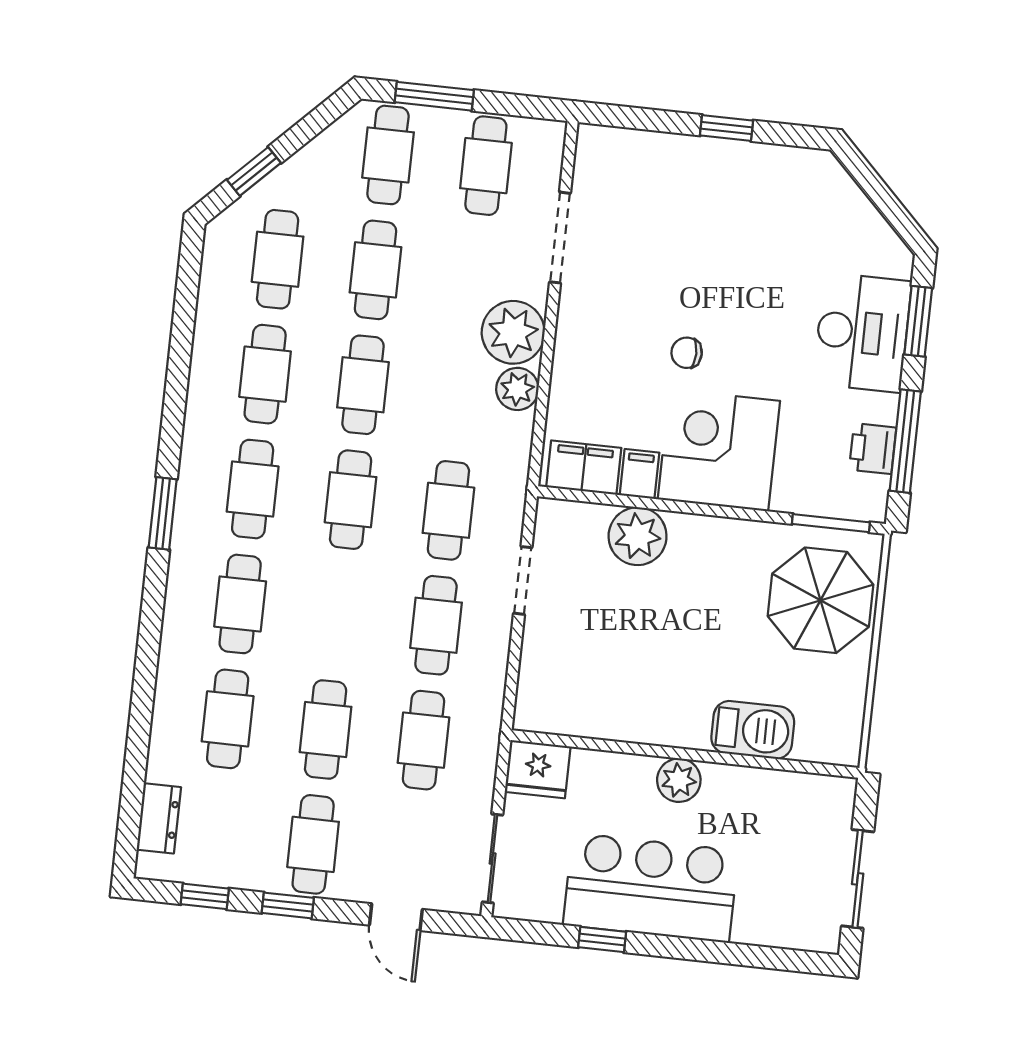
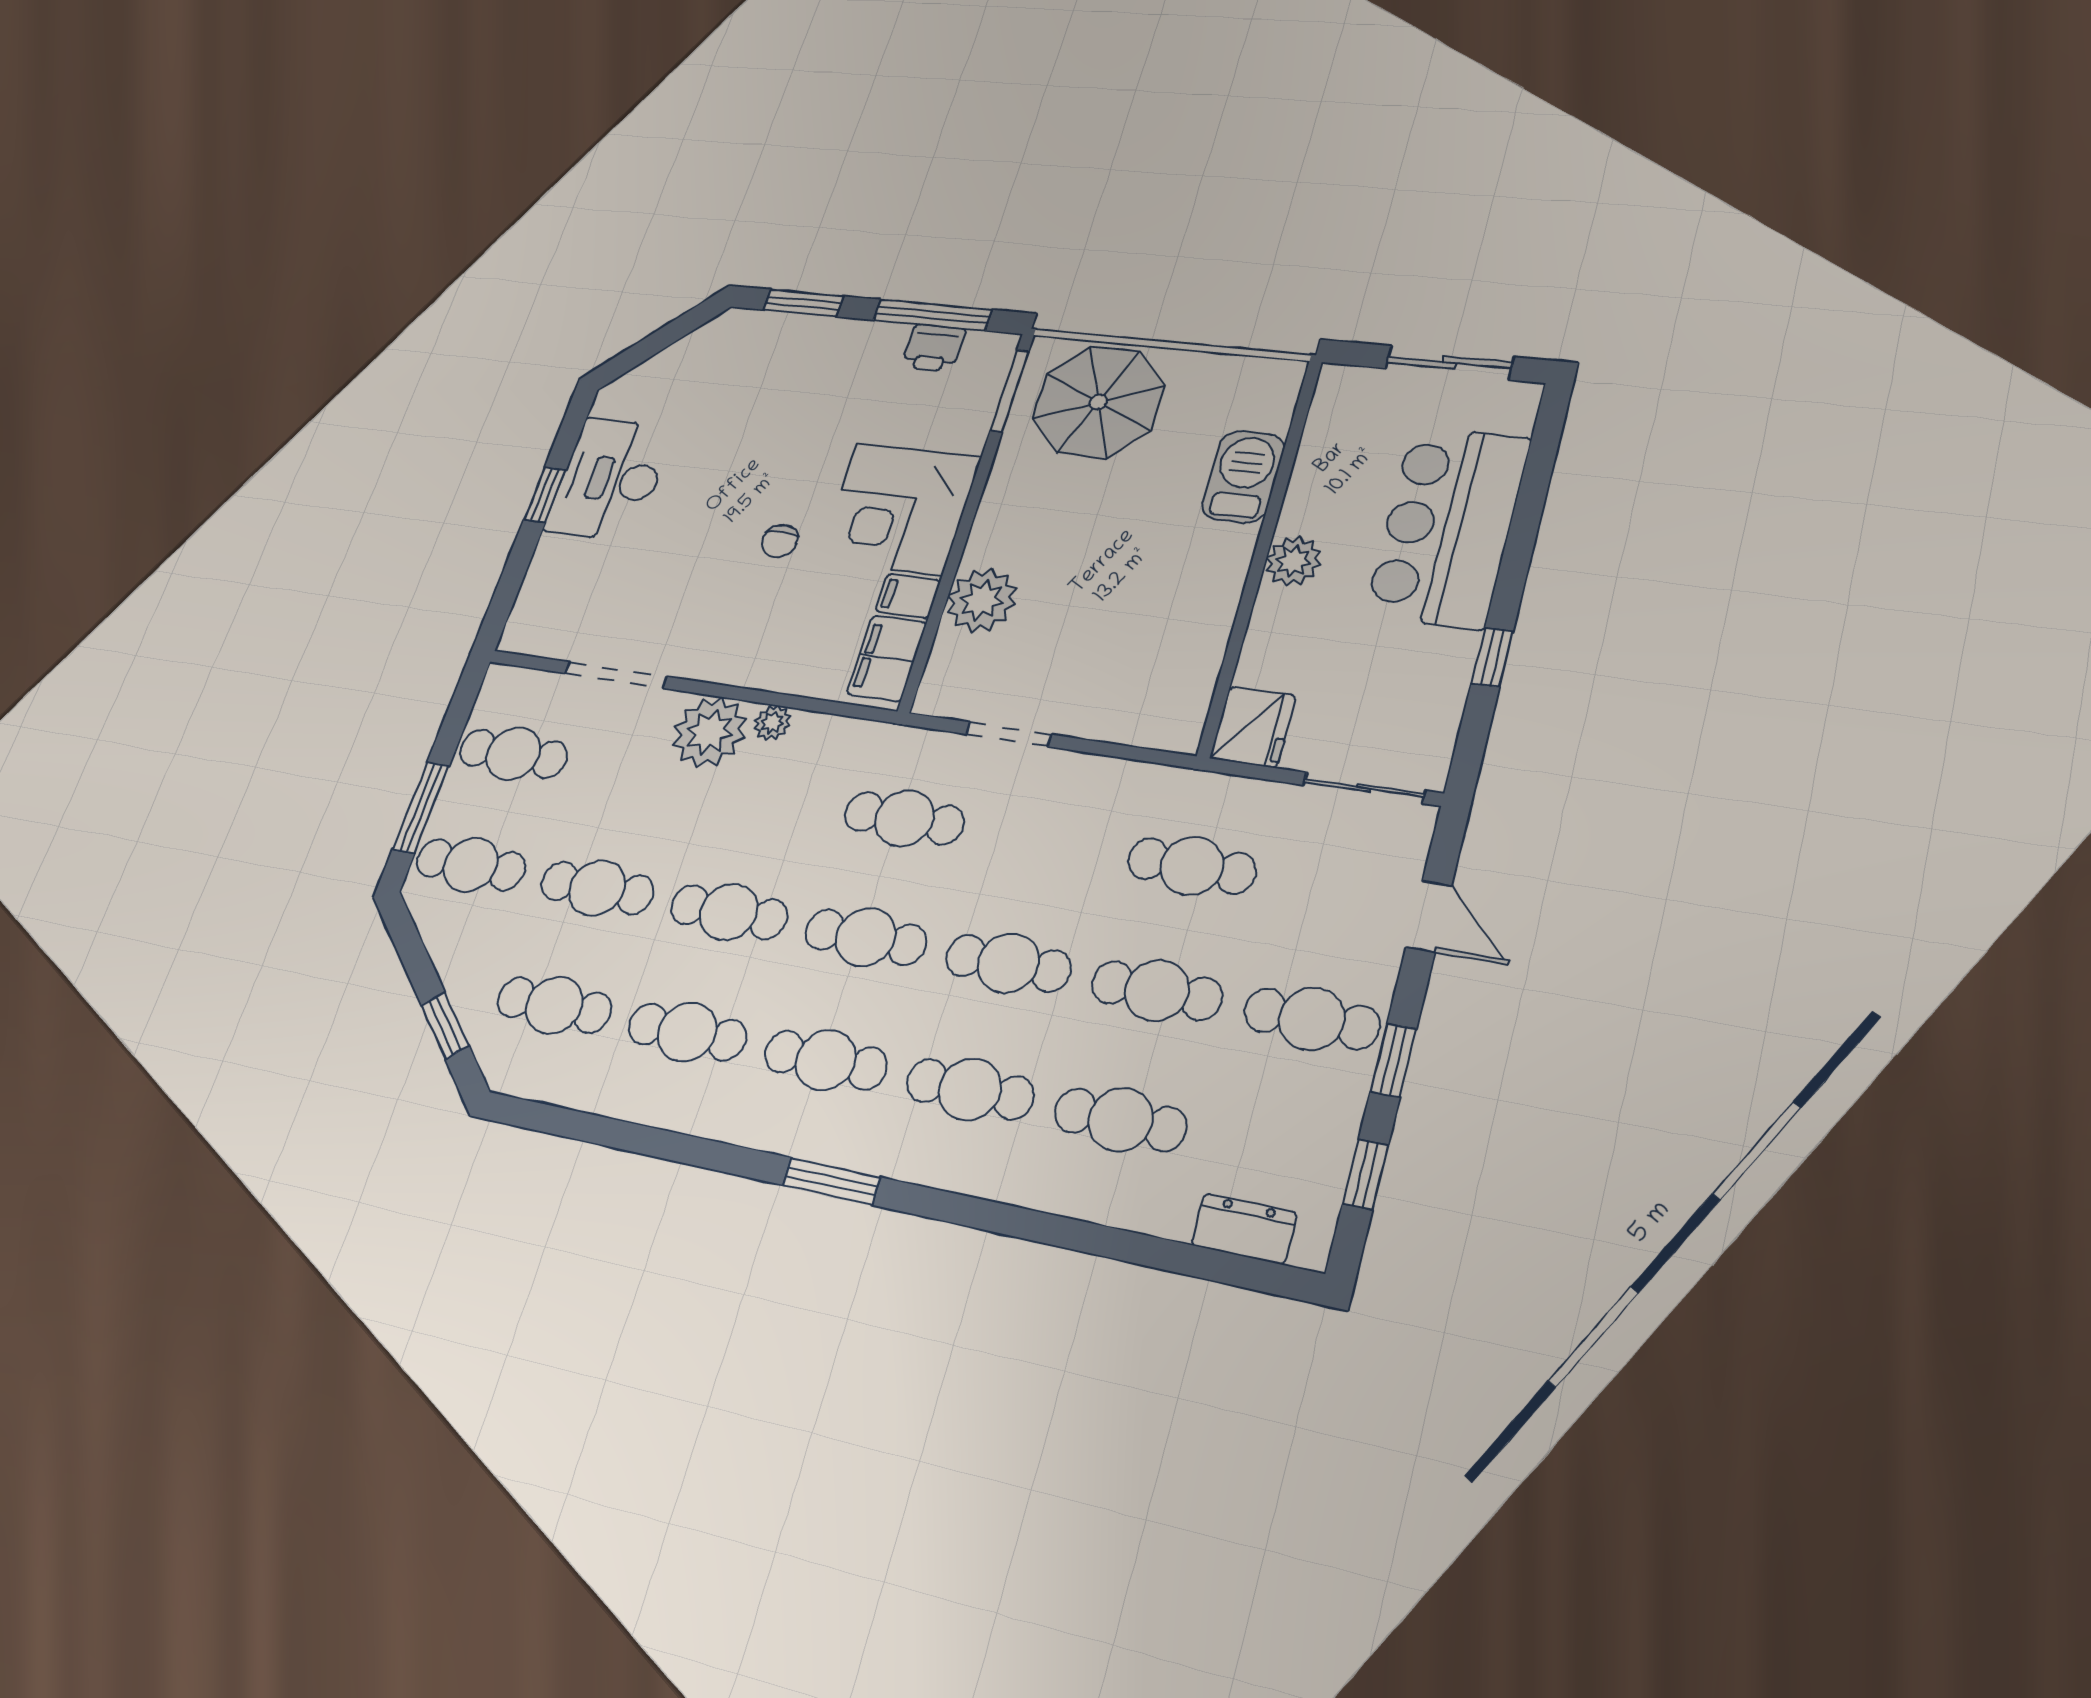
desk: (862, 333) -> (610, 479), moved, turned -90
plant: (517, 389) -> (772, 723), width x0.73, depth x0.73
cafe table: (436, 625) -> (1008, 963), moved
bar counter: (651, 888) -> (1448, 526), moved
door: (396, 917) -> (1429, 916), hinge flipped

